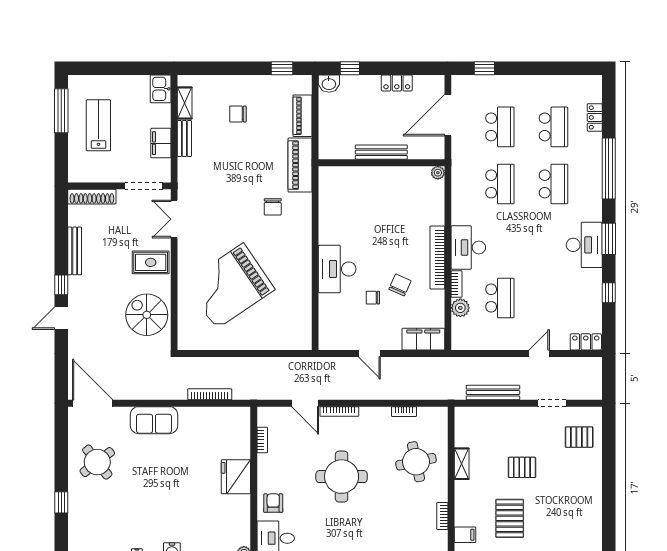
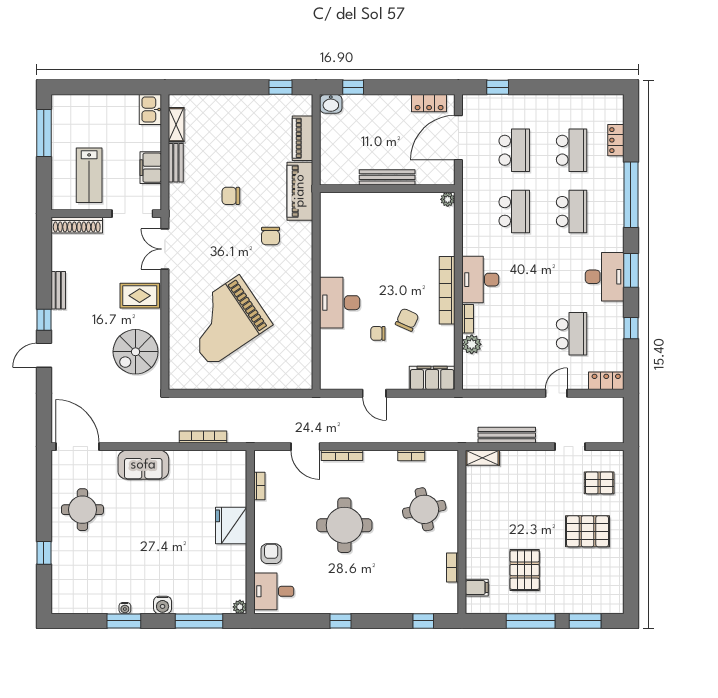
locker: (397, 83) -> (429, 103), moved
chair: (238, 114) -> (231, 196), moved
lab bench: (98, 125) -> (89, 175), moved, turned 180
bench: (75, 251) -> (58, 290), width x0.73
school desk: (500, 298) -> (572, 334), moved
spiral stairs: (147, 315) -> (136, 352), turned -90
round table: (97, 462) -> (82, 510), turned 38
shelving: (462, 464) -> (482, 458), moved, turned 90
pallet: (522, 467) -> (588, 531), moved, width x1.50, depth x1.42

